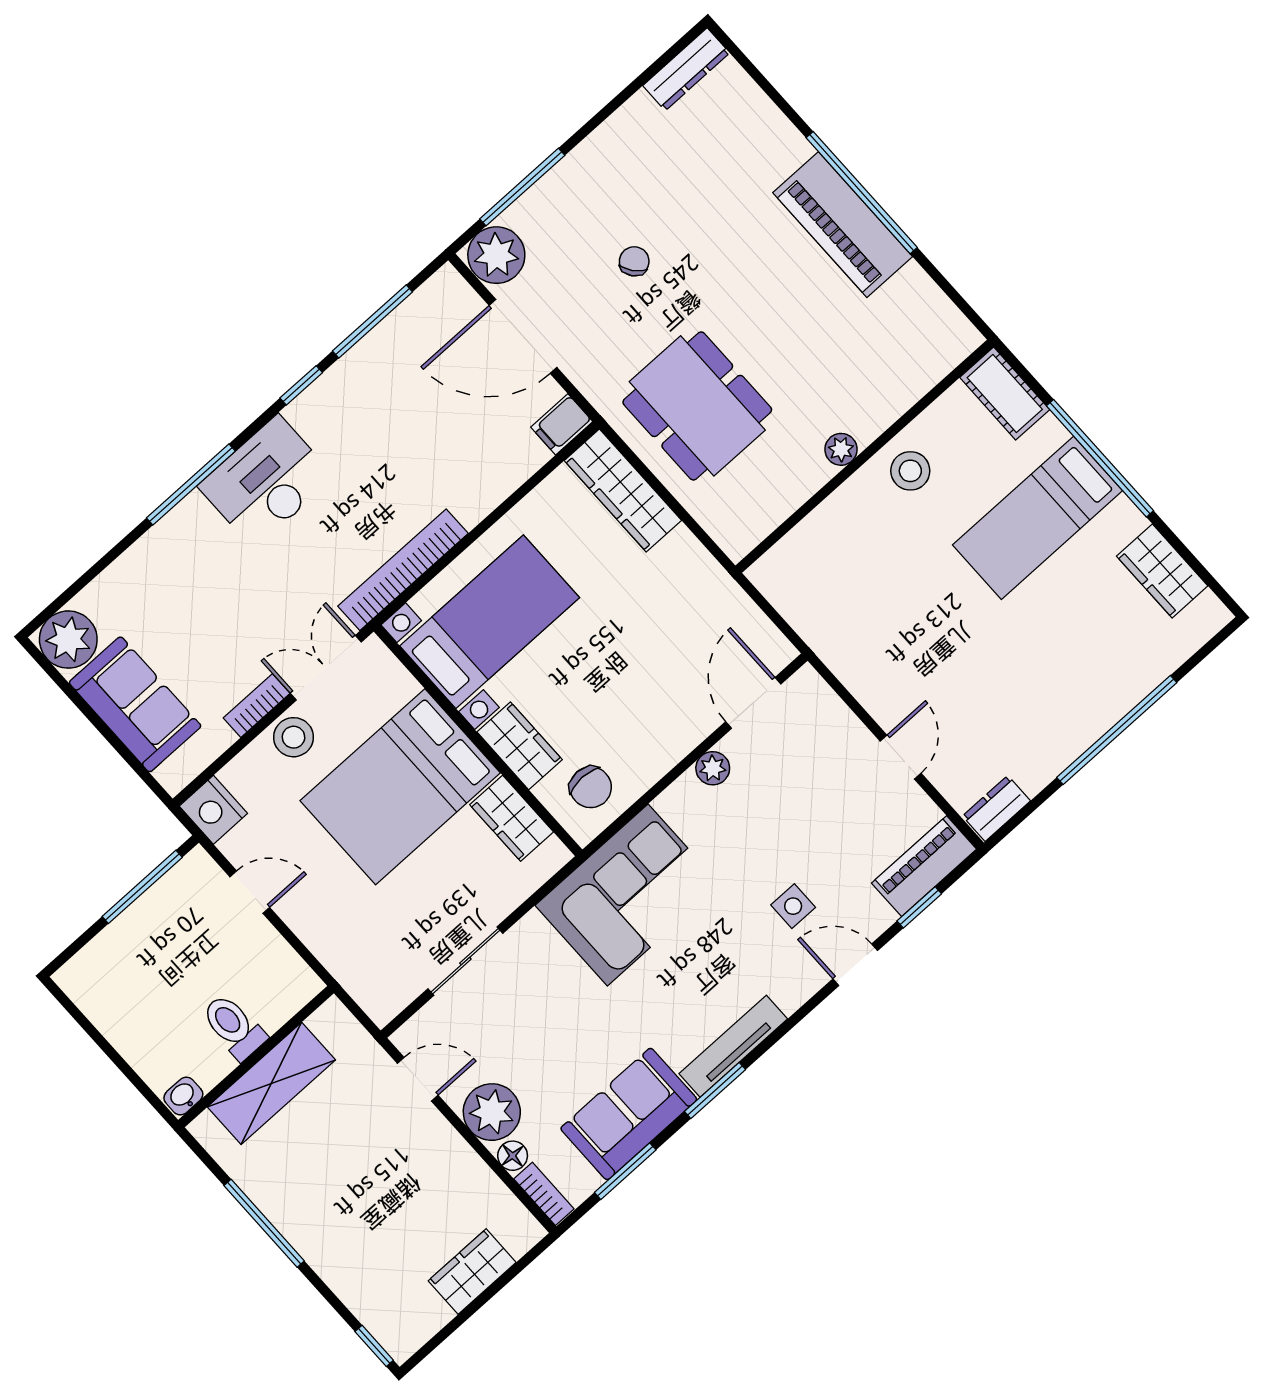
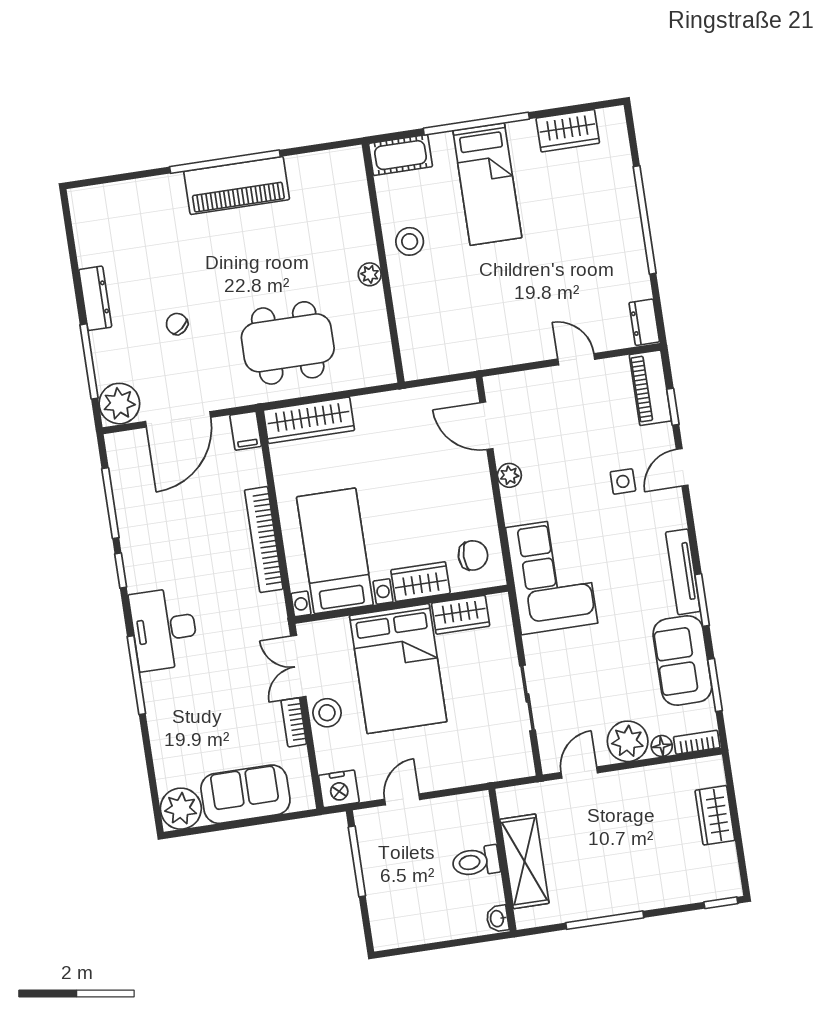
dresser: (686, 69) -> (95, 298), moved
bookcase: (403, 570) -> (264, 540), moved

